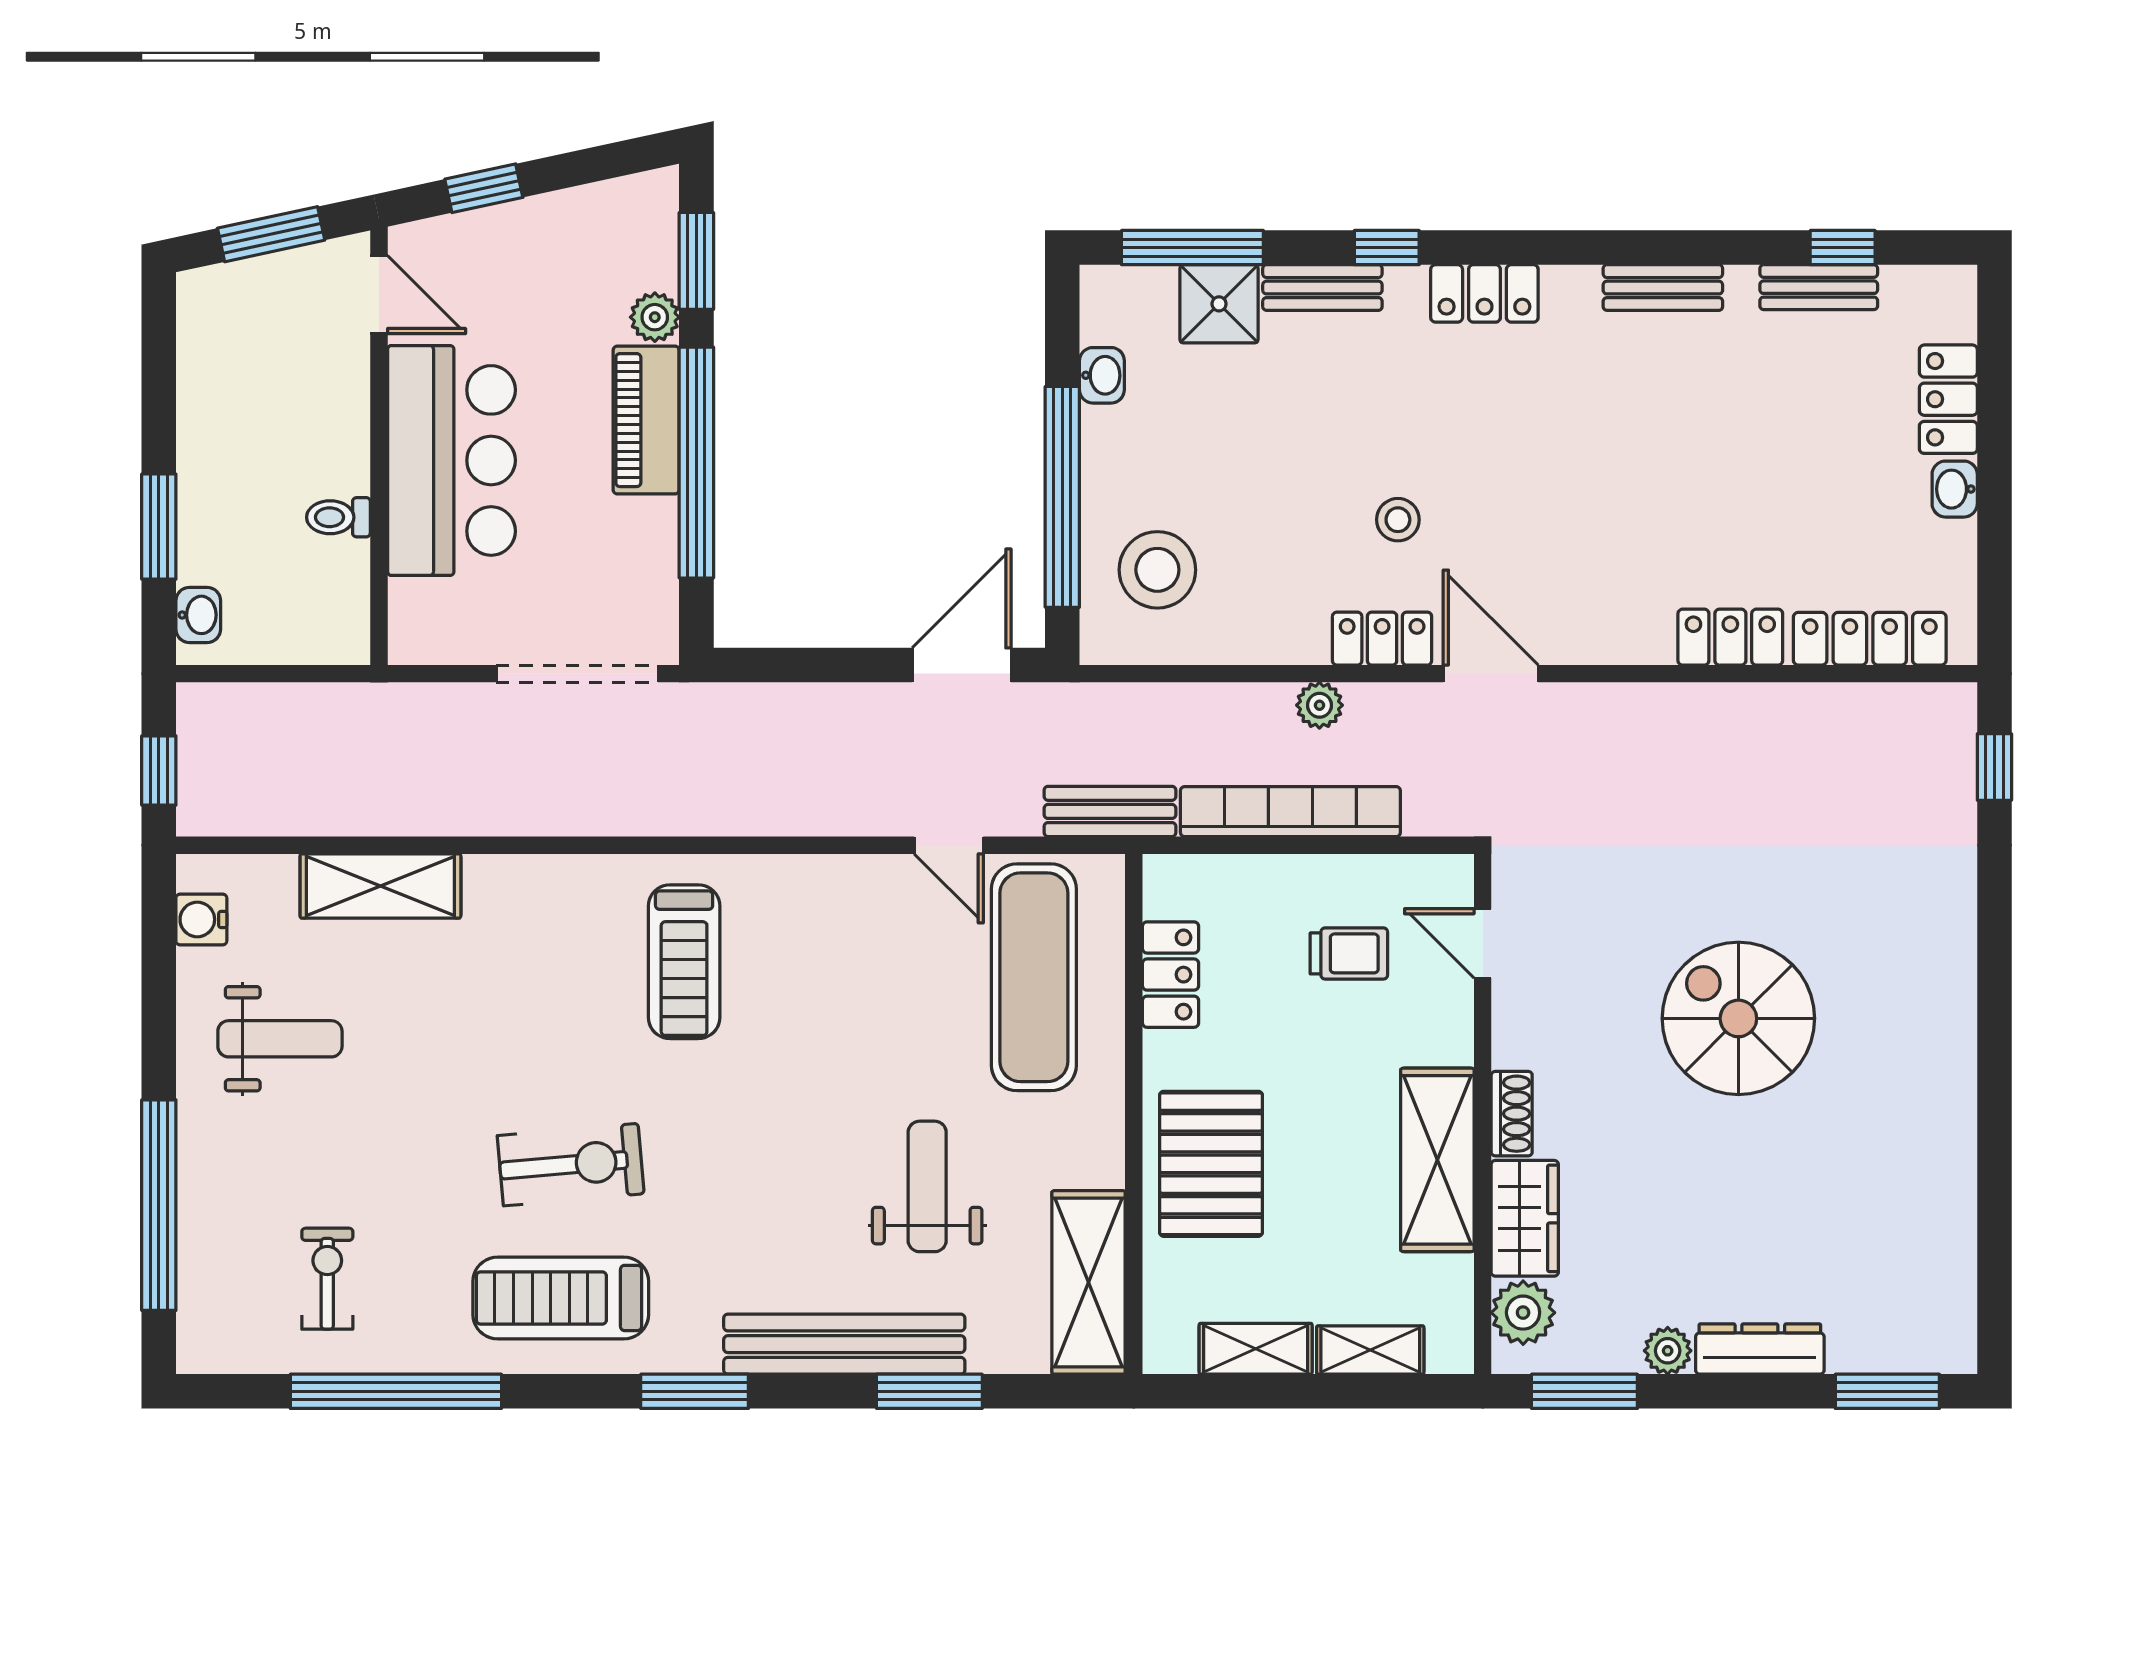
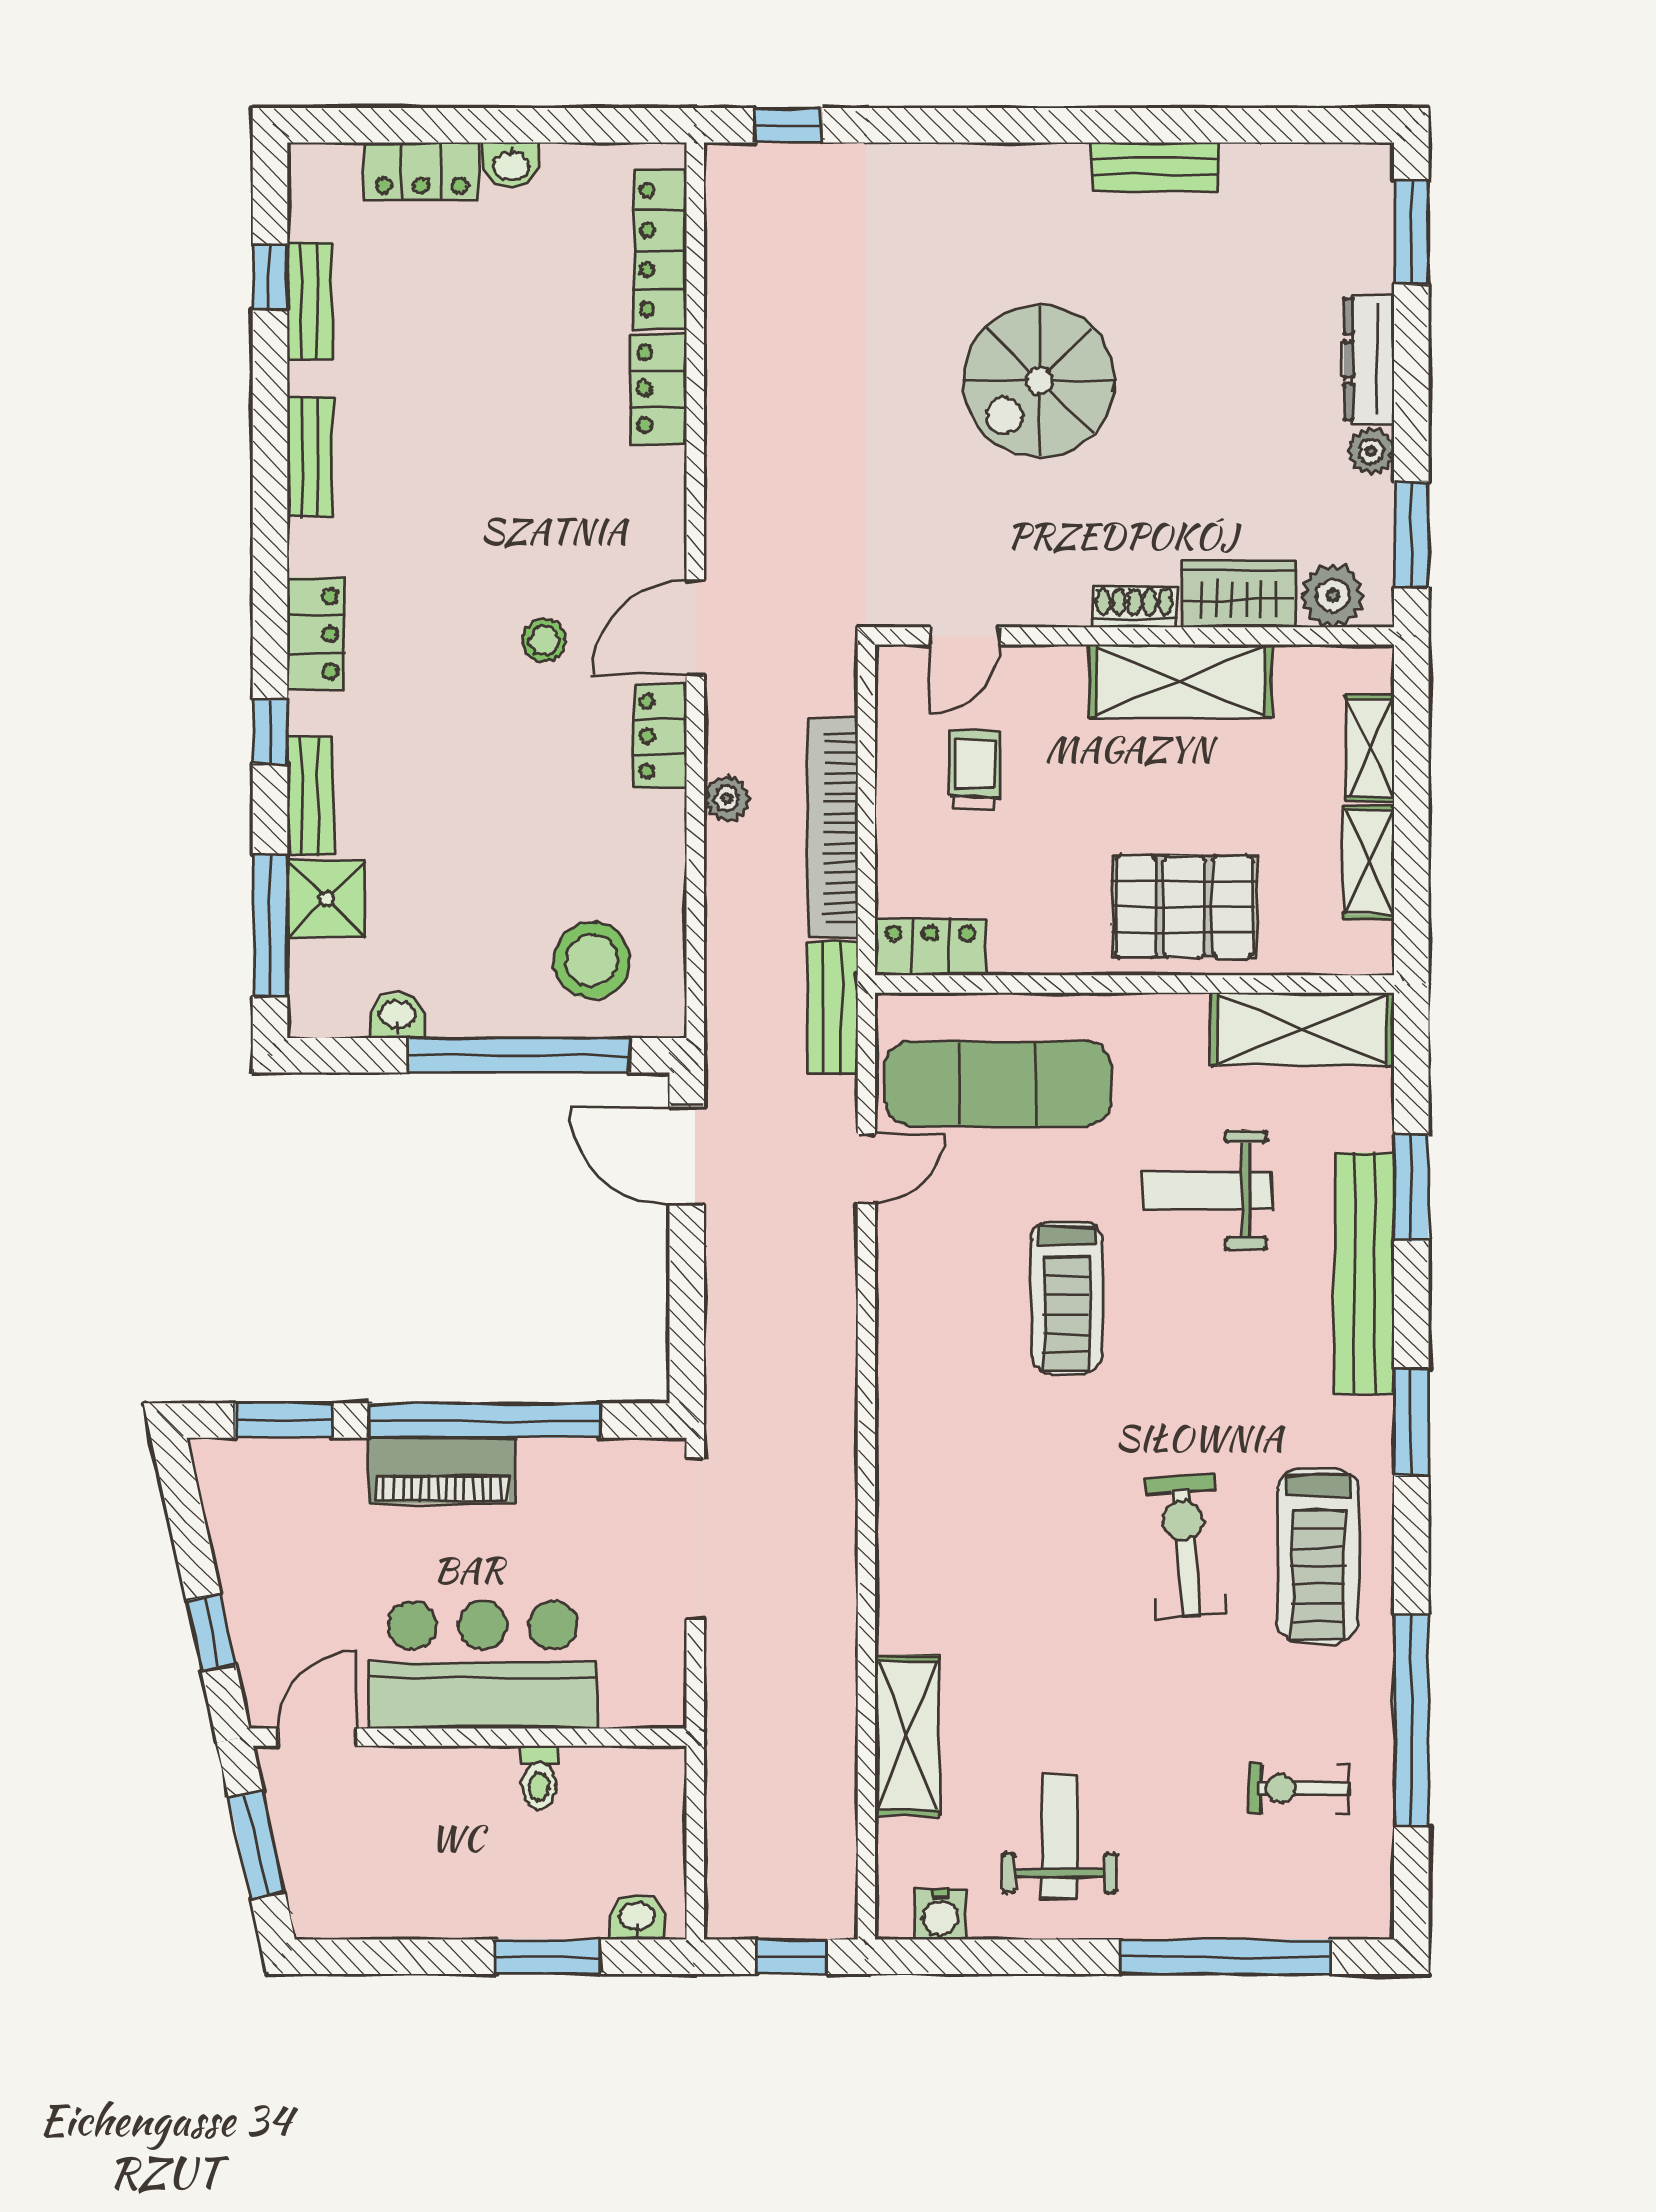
plant: (655, 317) -> (340, 1462), removed
stool: (1398, 520) -> (544, 640), moved
treadmill: (684, 962) -> (1067, 1297), moved, turned 90
locker: (1171, 975) -> (931, 947), moved
bench: (1953, 1134) -> (1155, 167), added

